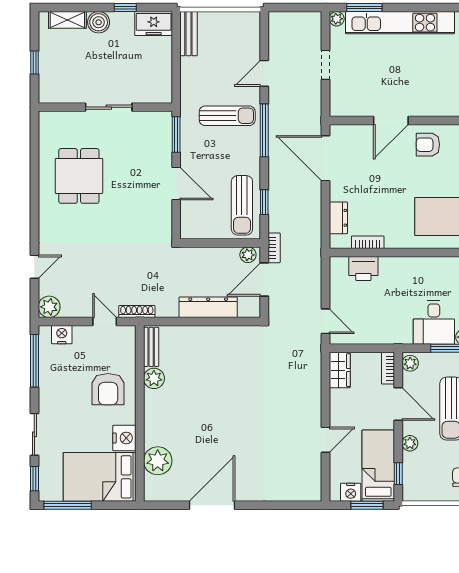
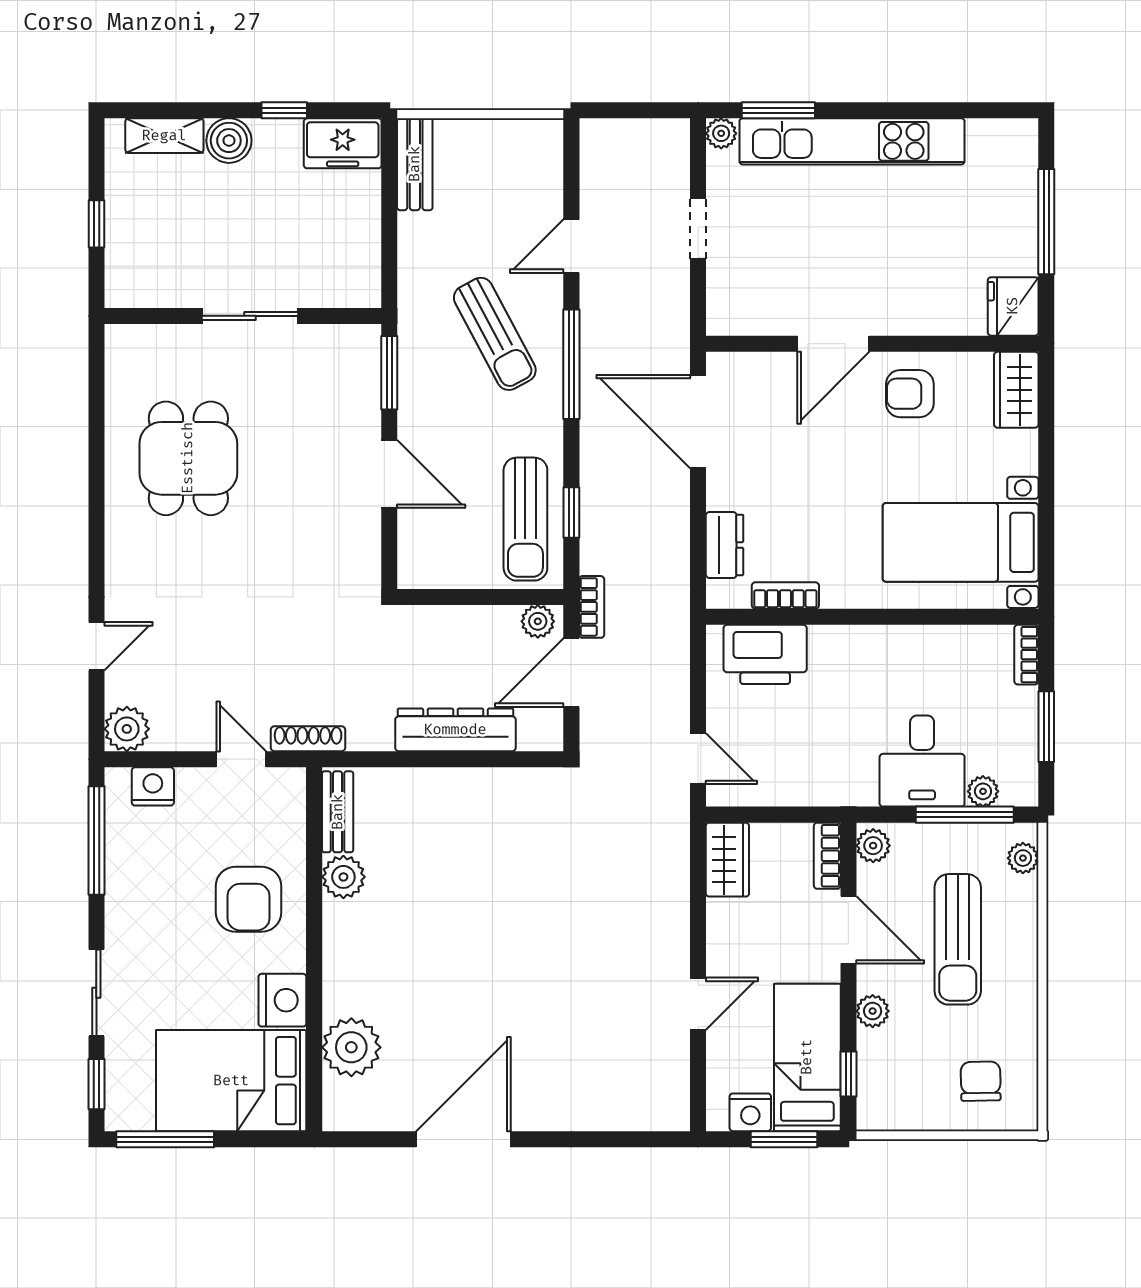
sun lounger: (227, 116) -> (495, 334), turned 62
printer: (363, 268) -> (765, 654), width x1.37, depth x1.19

